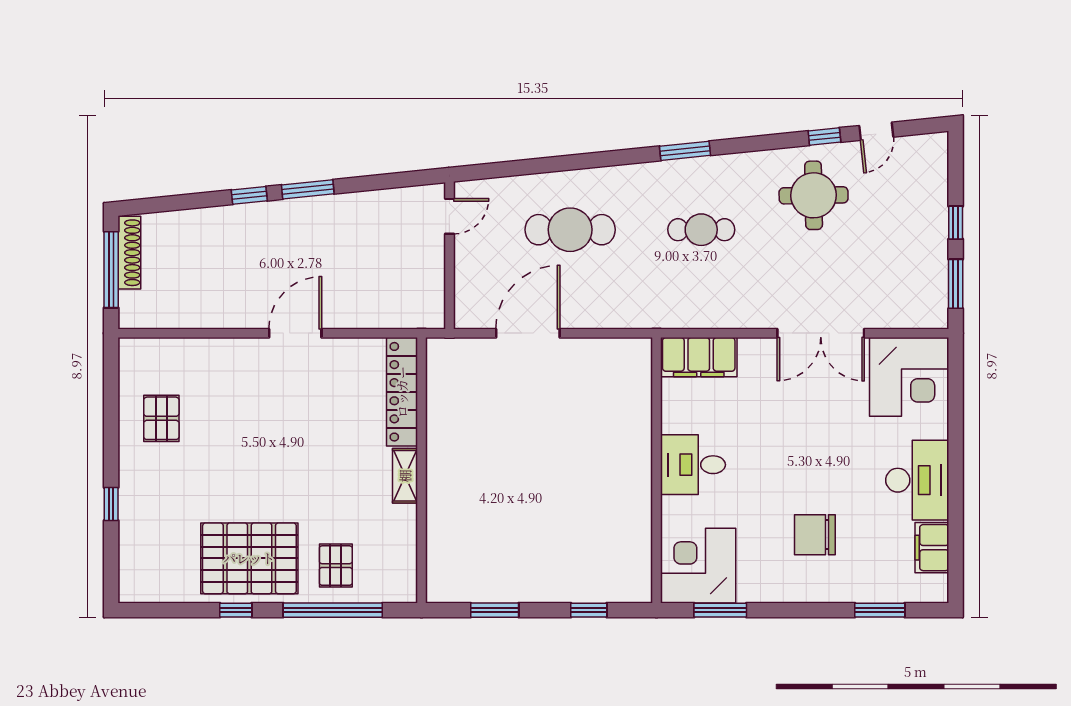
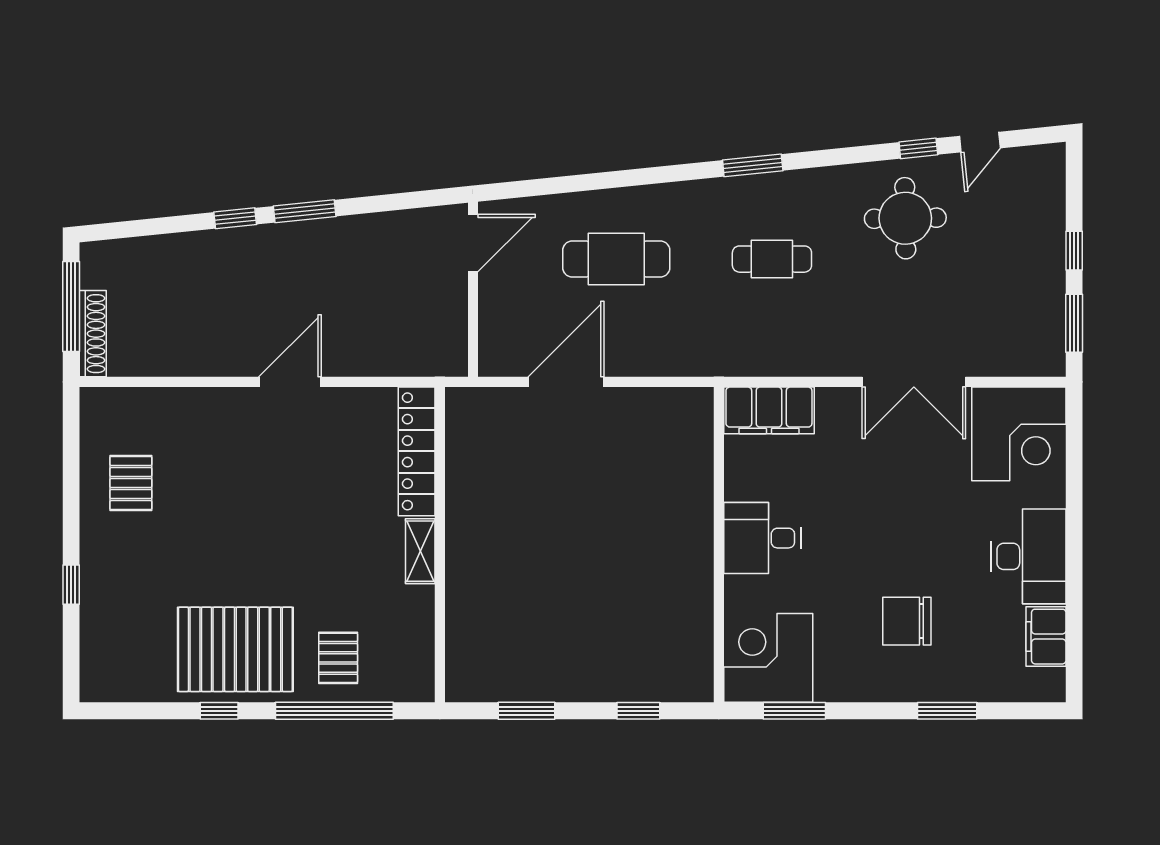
door: (449, 216) -> (473, 243), width x1.38
shoe rack: (129, 253) -> (93, 334), moved
window: (880, 610) -> (947, 711), moved

